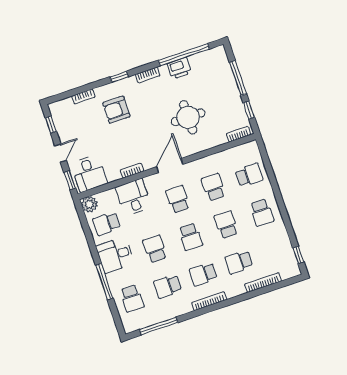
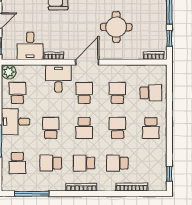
desk: (89, 173) -> (30, 46), moved
desk: (133, 197) -> (58, 78), moved
school desk: (107, 224) -> (17, 93), turned 90

